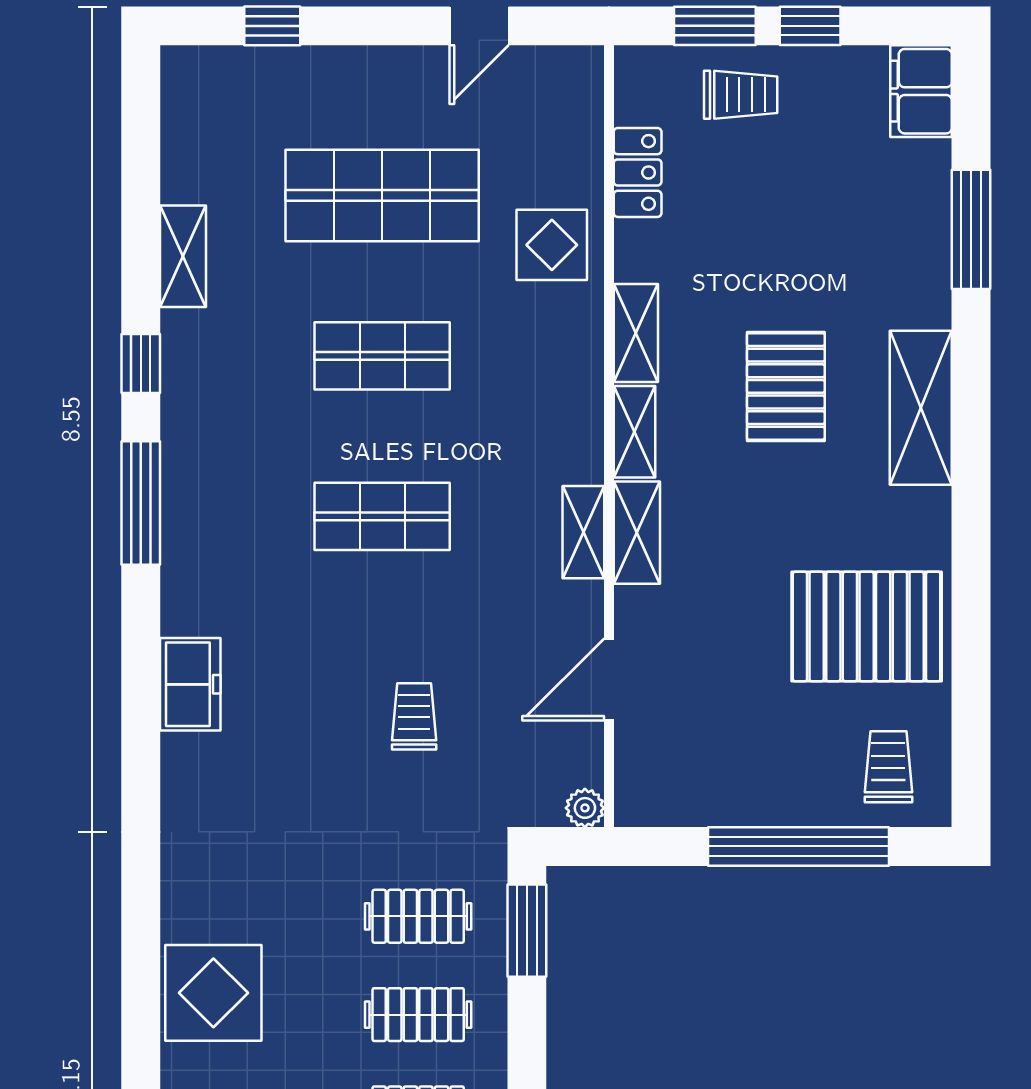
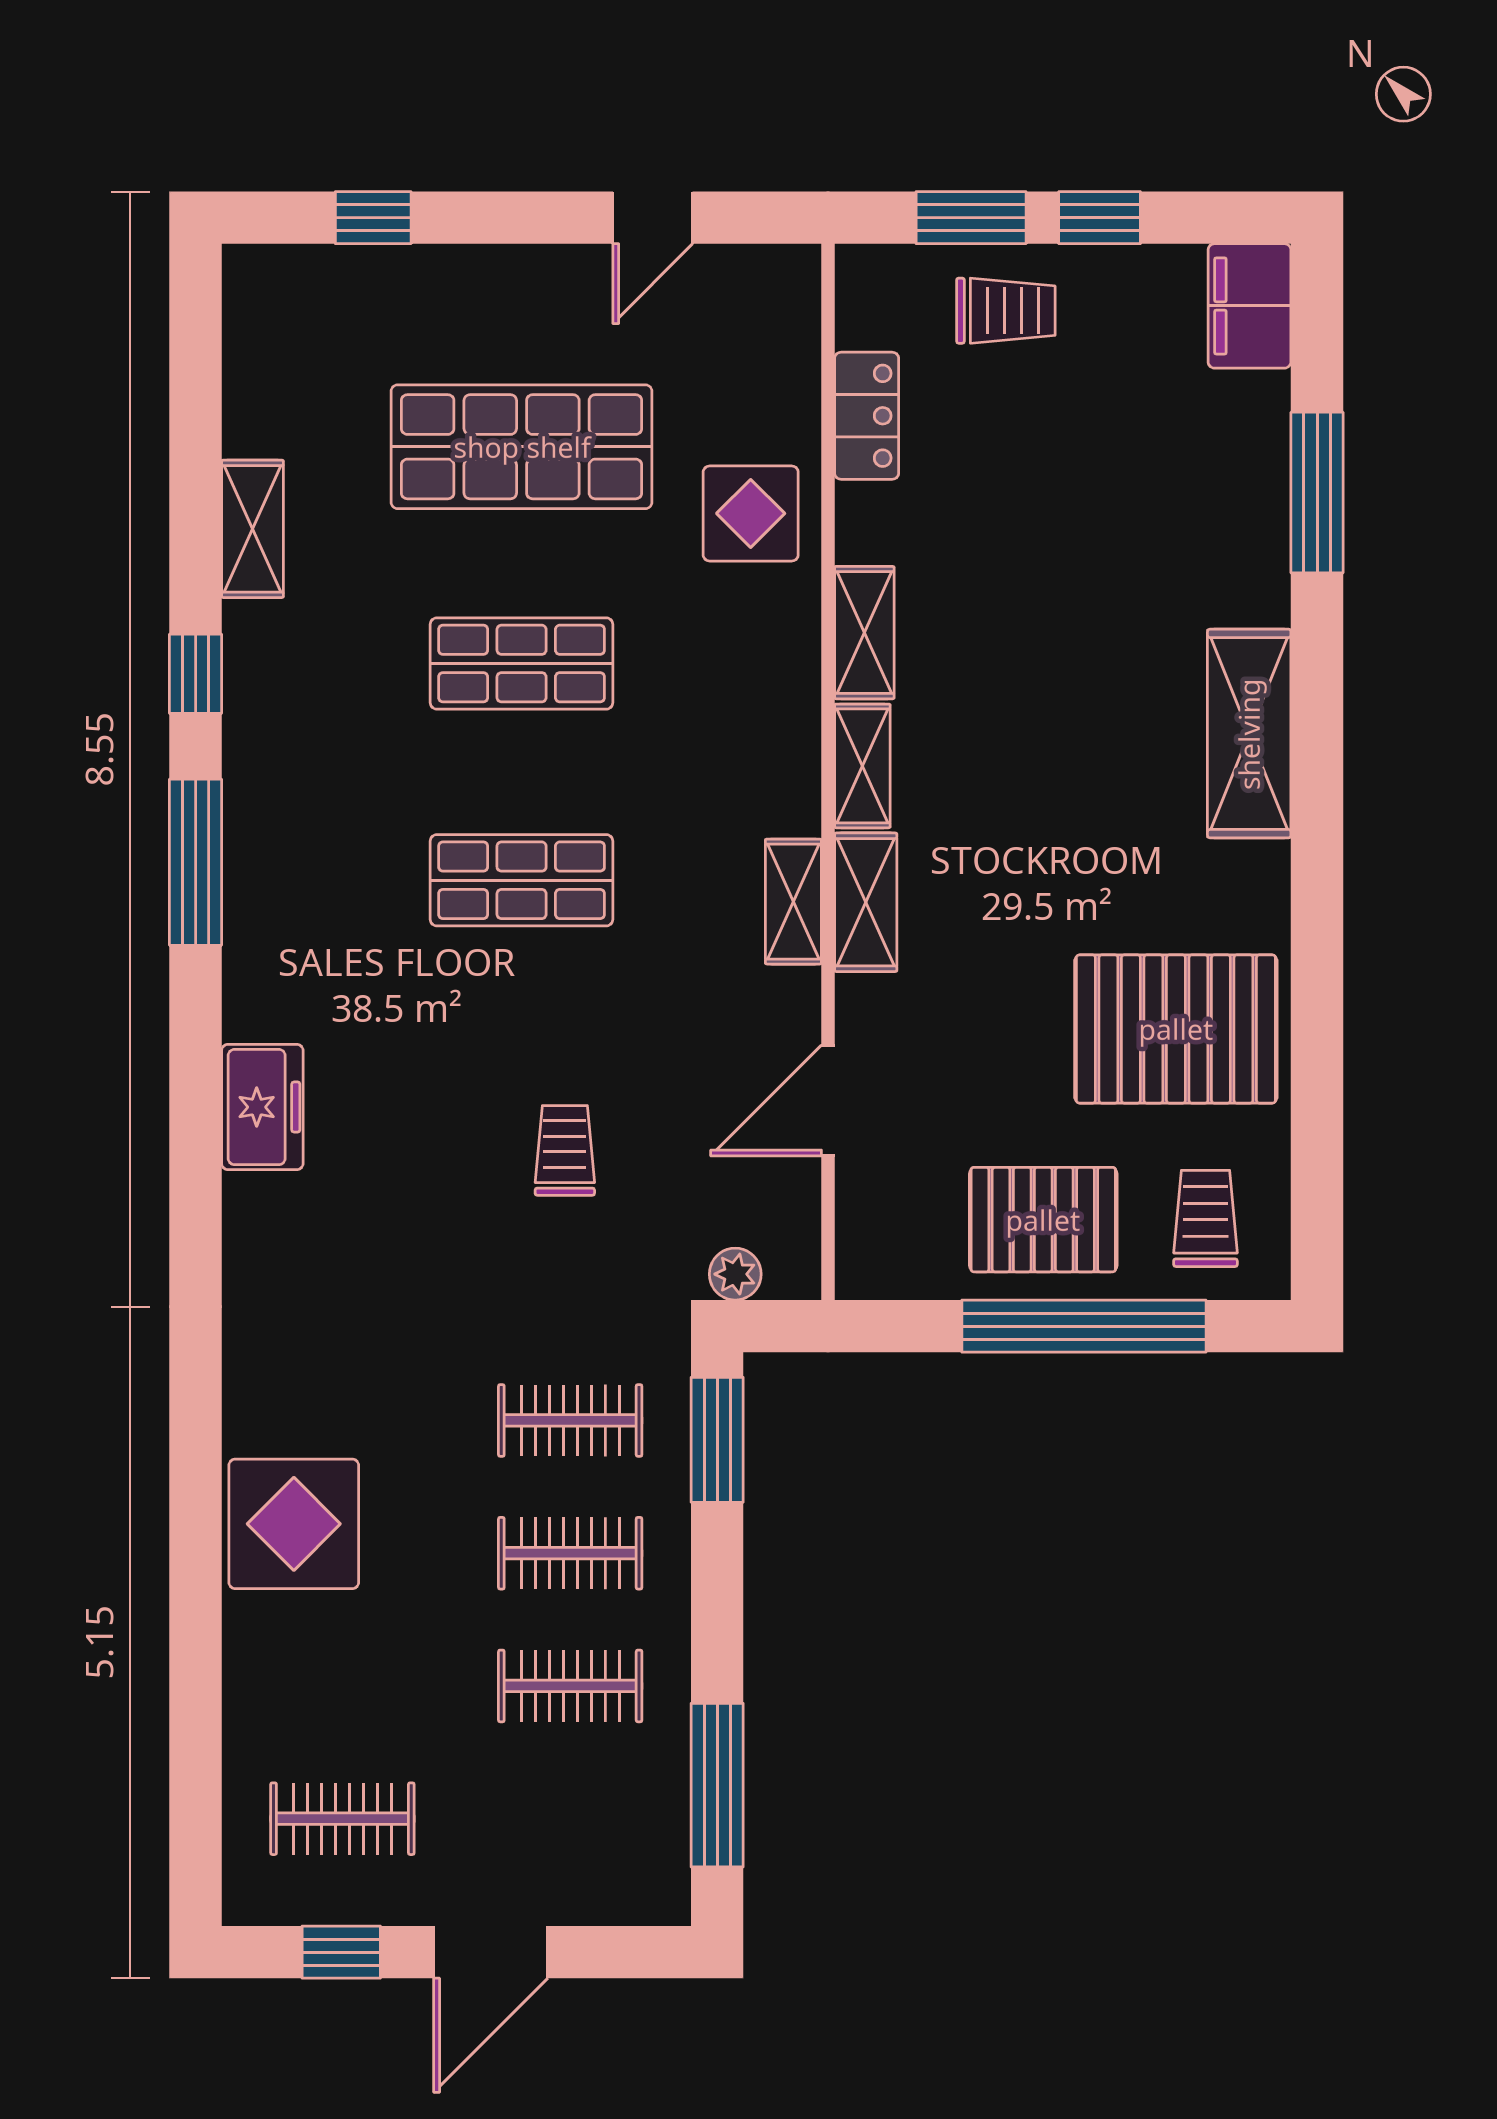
pallet: (786, 386) -> (1043, 1220), moved, turned 90
plant: (585, 808) -> (735, 1274), moved

